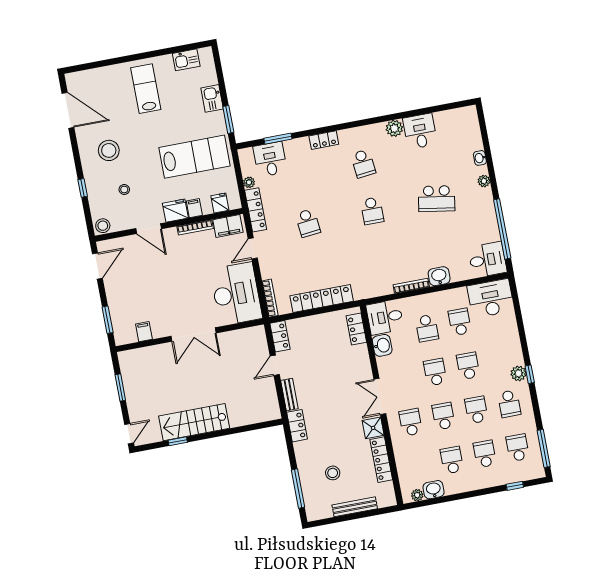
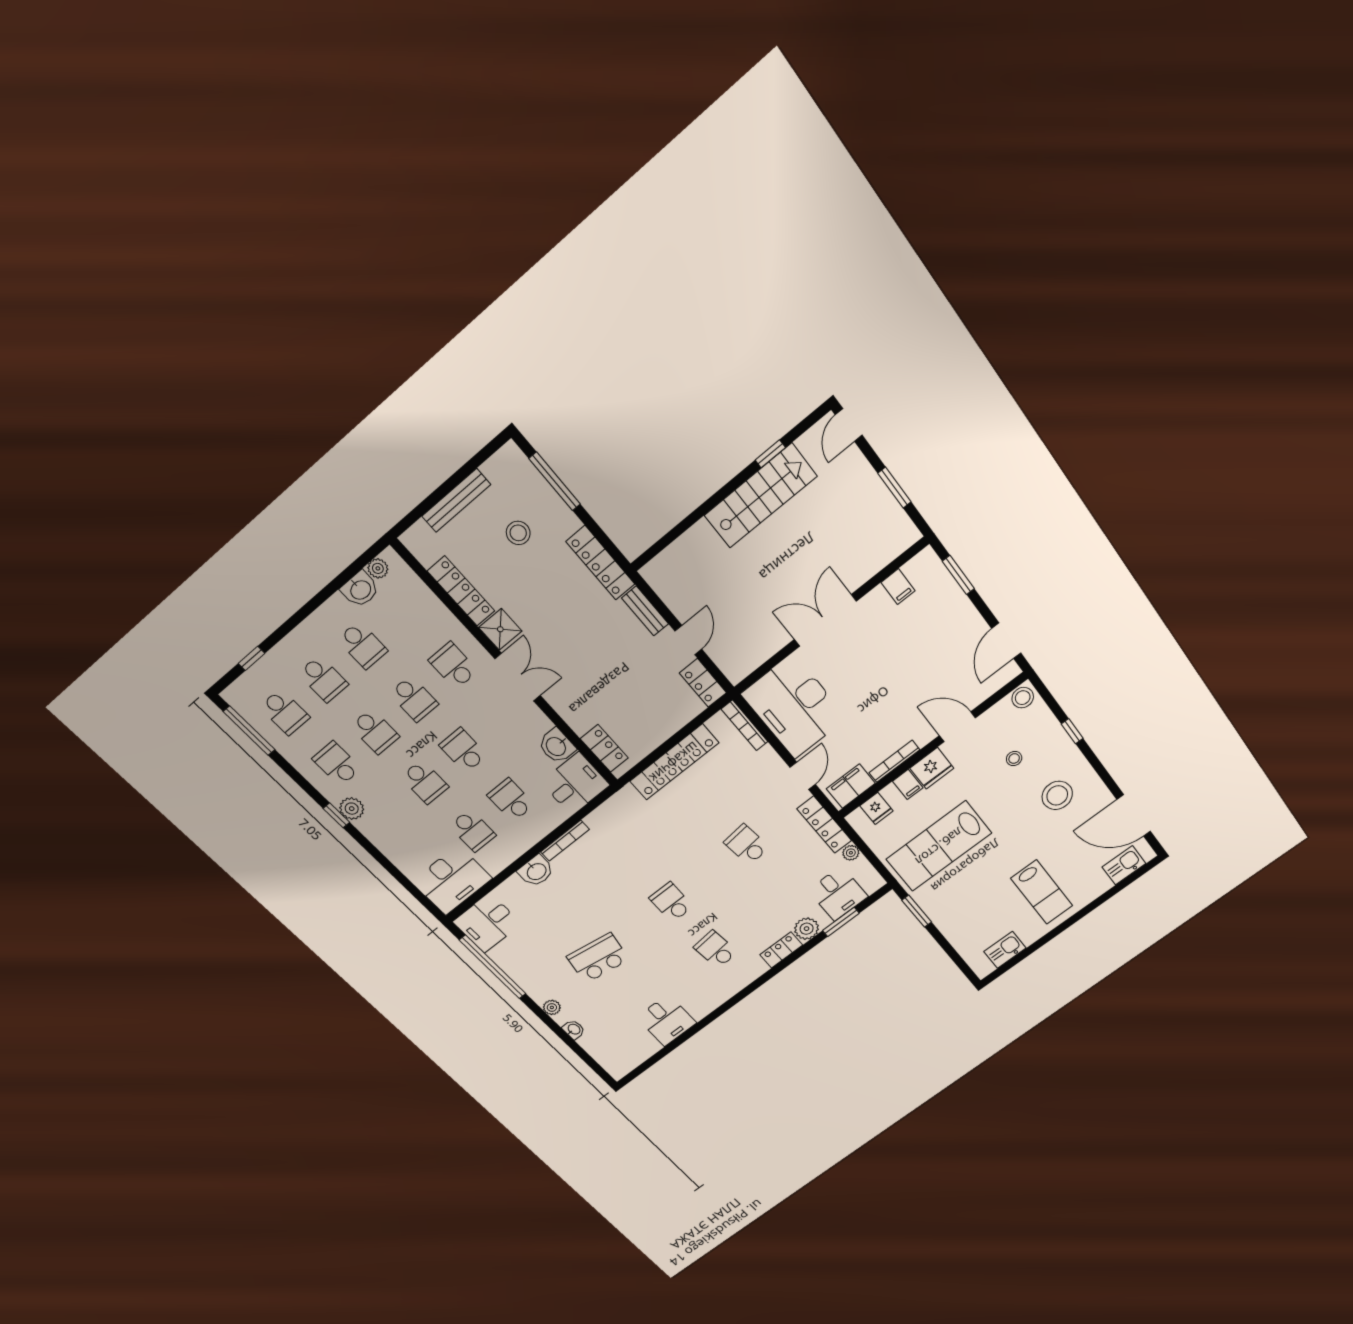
kitchen sink: (212, 98) -> (1124, 865), moved, turned -90
plant: (394, 128) -> (807, 929), moved
school desk: (435, 372) -> (463, 750), turned 180
school desk: (411, 422) -> (453, 666), turned 180
locker: (297, 426) -> (601, 563), width x1.53

